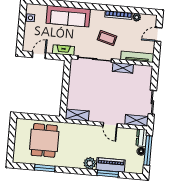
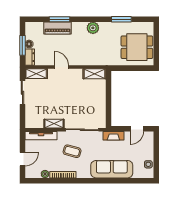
dining table: (44, 140) -> (137, 47), moved, turned 90
window: (148, 150) -> (22, 45), width x0.69
plant: (90, 163) -> (93, 28), moved

